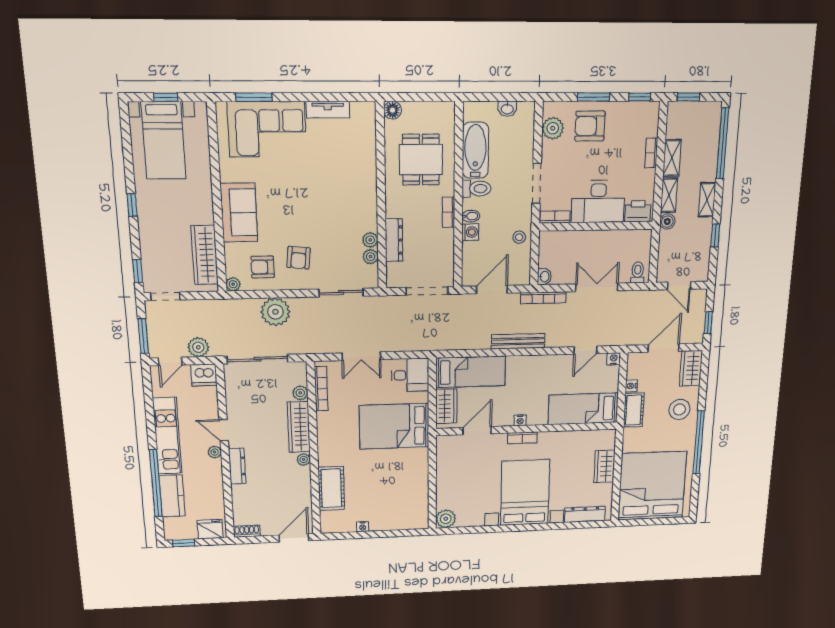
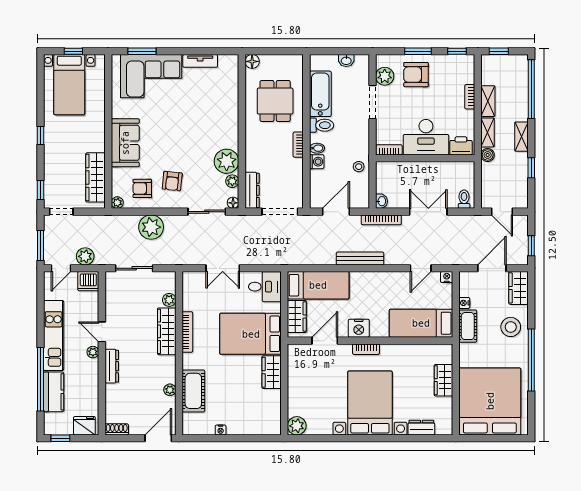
doorway: (537, 183) -> (372, 102), moved
plant: (370, 240) -> (227, 161), width x1.87, depth x1.87
dresser: (394, 240) -> (252, 190), moved
floor lamp: (372, 282) -> (233, 203), added
sliding door: (257, 359) -> (134, 268), width x0.73
bookcase: (321, 389) -> (187, 332), moved
nightstand: (520, 420) -> (359, 328), width x1.89, depth x1.79
plant: (304, 459) -> (170, 390), moved
wardrobe: (418, 466) -> (272, 372), added
dresser: (585, 514) -> (421, 428), width x0.70

